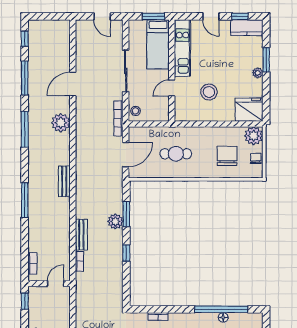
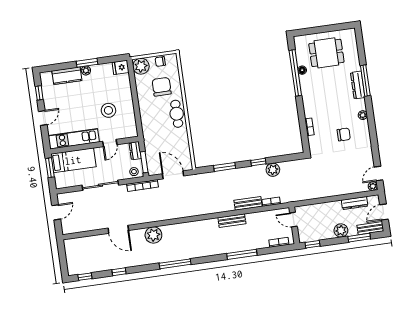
kitchen counter: (247, 28) -> (67, 76), moved, turned 90
window: (266, 60) -> (87, 63), moved
window: (25, 78) -> (119, 272), width x0.46
door: (172, 88) -> (110, 143), hinge flipped
fridge: (249, 110) -> (121, 67), width x0.53, depth x0.75
dresser: (159, 116) -> (135, 151), added
window: (145, 124) -> (144, 162), added
window: (25, 129) -> (175, 264), moved
cafe table: (176, 154) -> (177, 114), moved
chair: (227, 156) -> (162, 87), turned 90
bench: (64, 181) -> (232, 221), moved
window: (25, 200) -> (242, 254), moved
plant: (115, 221) -> (273, 170), moved

